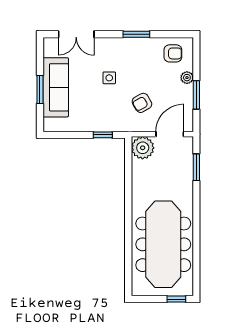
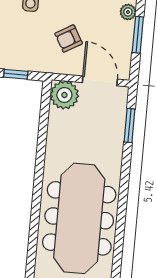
door: (170, 134) -> (100, 81), hinge flipped

